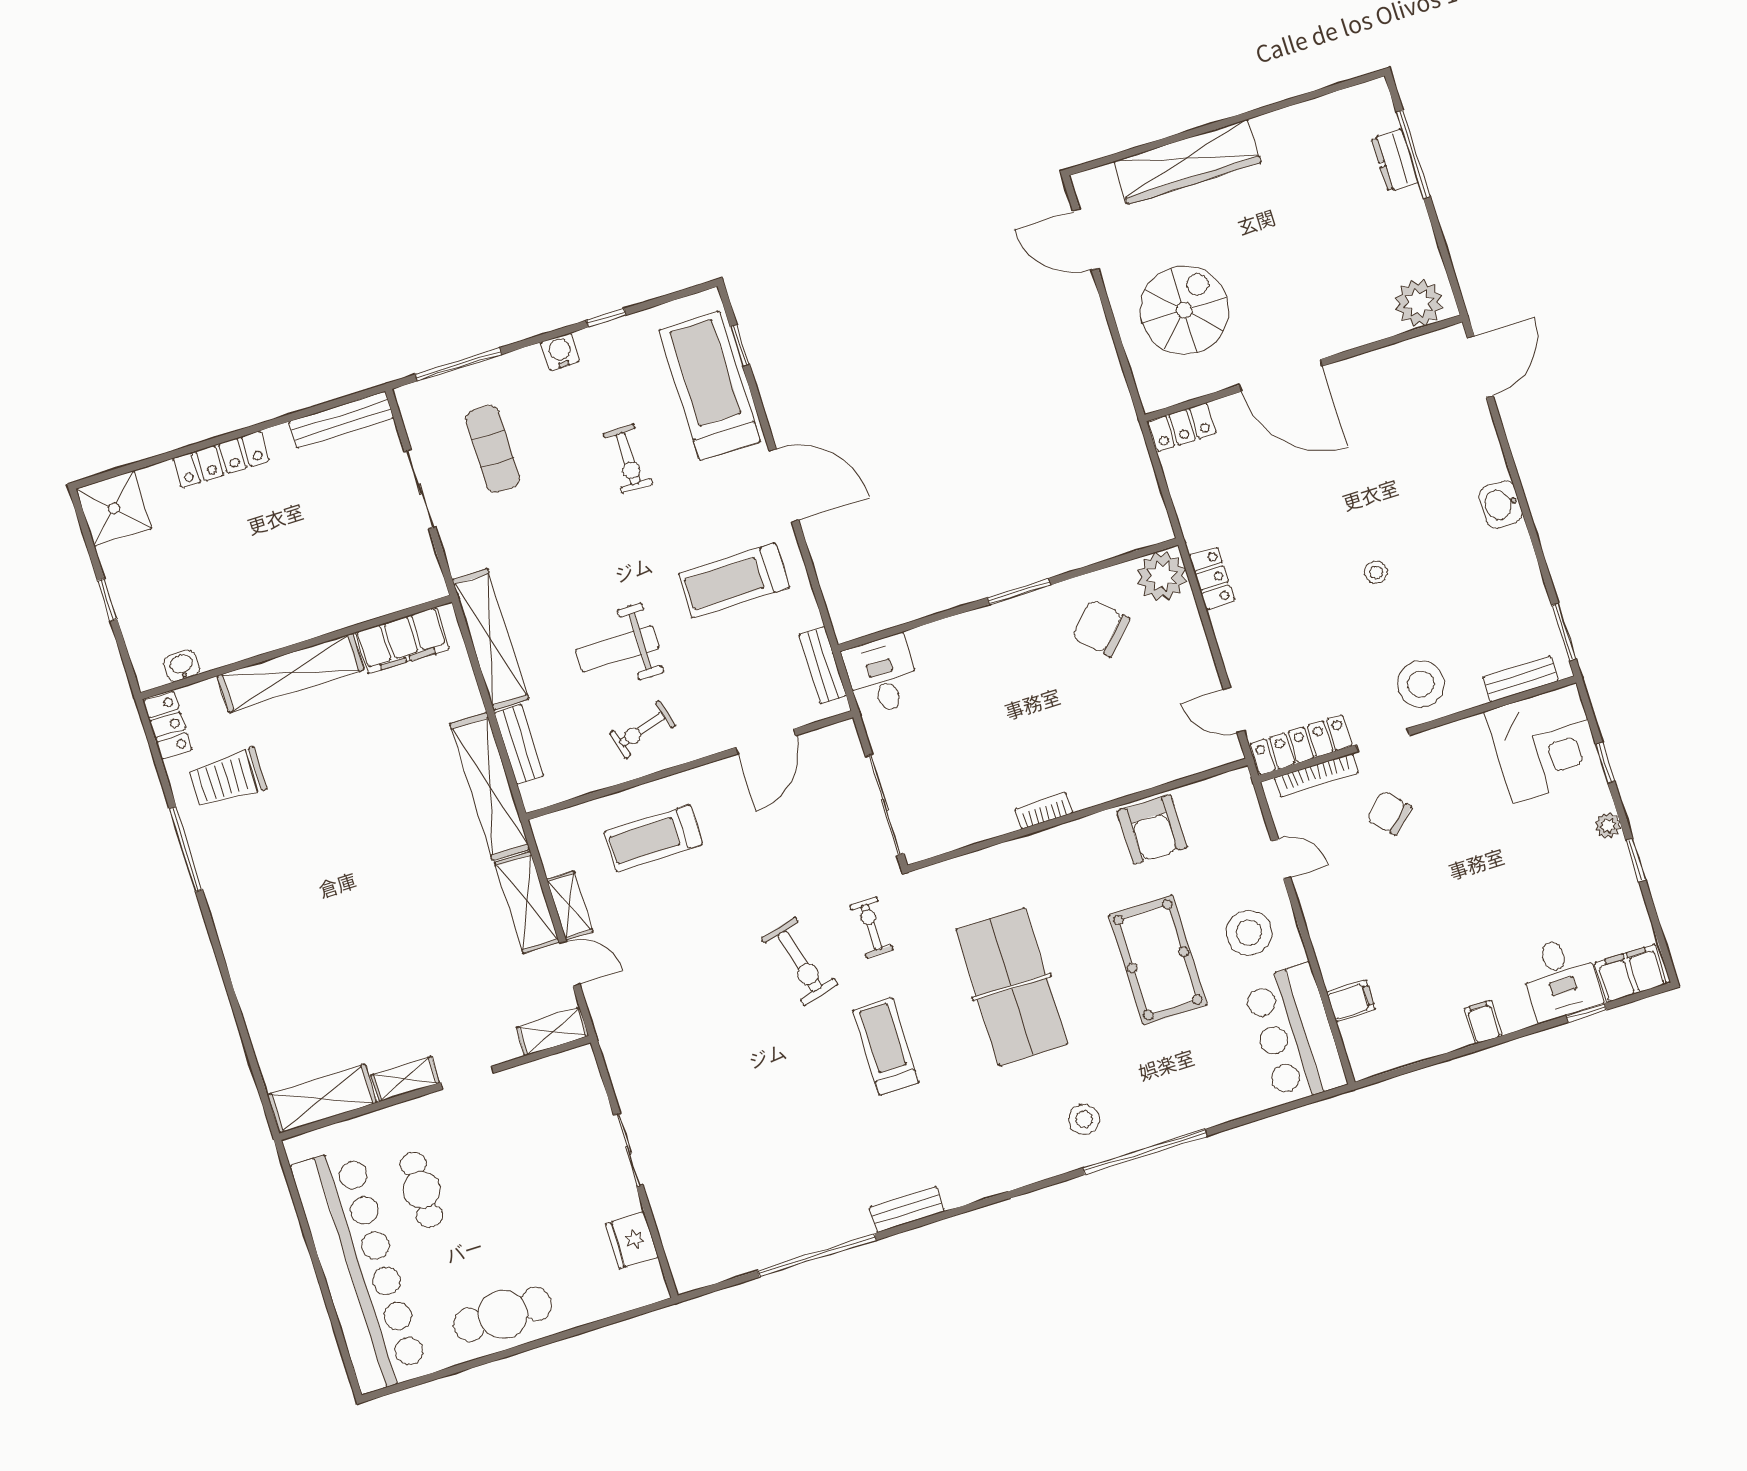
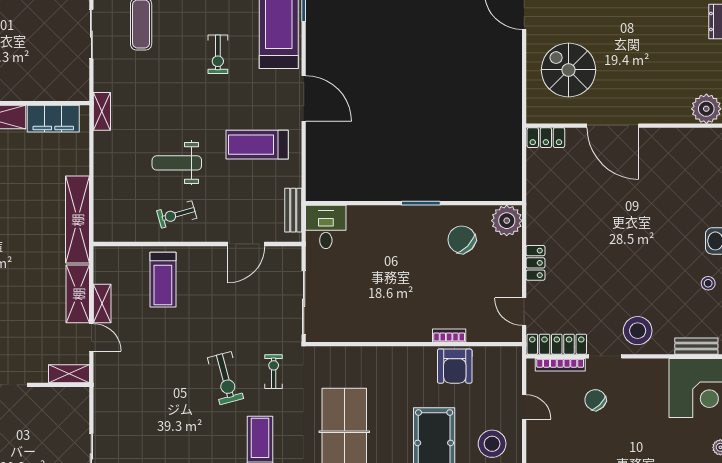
spiral stairs: (1184, 310) -> (569, 70), turned -90
stool: (1376, 572) -> (708, 283), moved
locker: (1212, 578) -> (535, 263), moved
shelving: (490, 639) -> (102, 111), width x0.45, depth x0.75
bench: (519, 744) -> (102, 201), removed
bookcase: (1044, 811) -> (449, 335), moved
treadmill: (653, 838) -> (163, 280), turned -90

